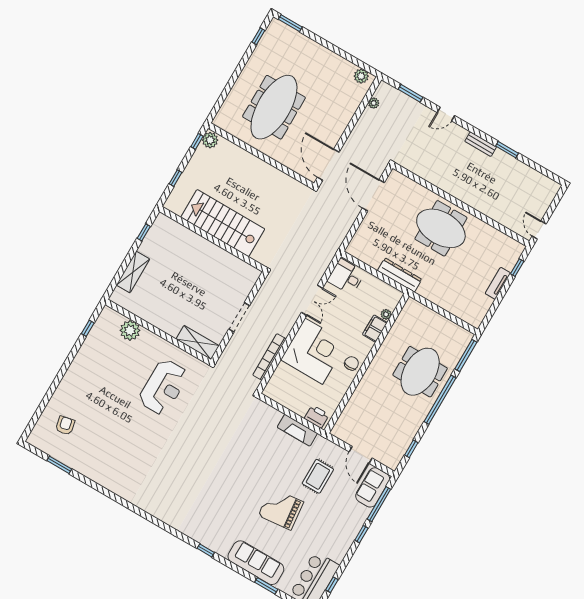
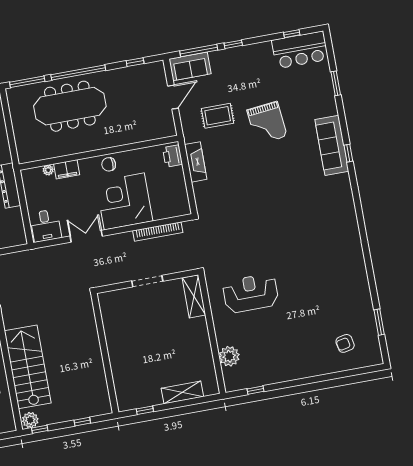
stairs: (223, 223) -> (28, 367), moved, turned 180
meeting table: (420, 372) -> (70, 106), width x1.36
sofa: (256, 563) -> (332, 145), moved

